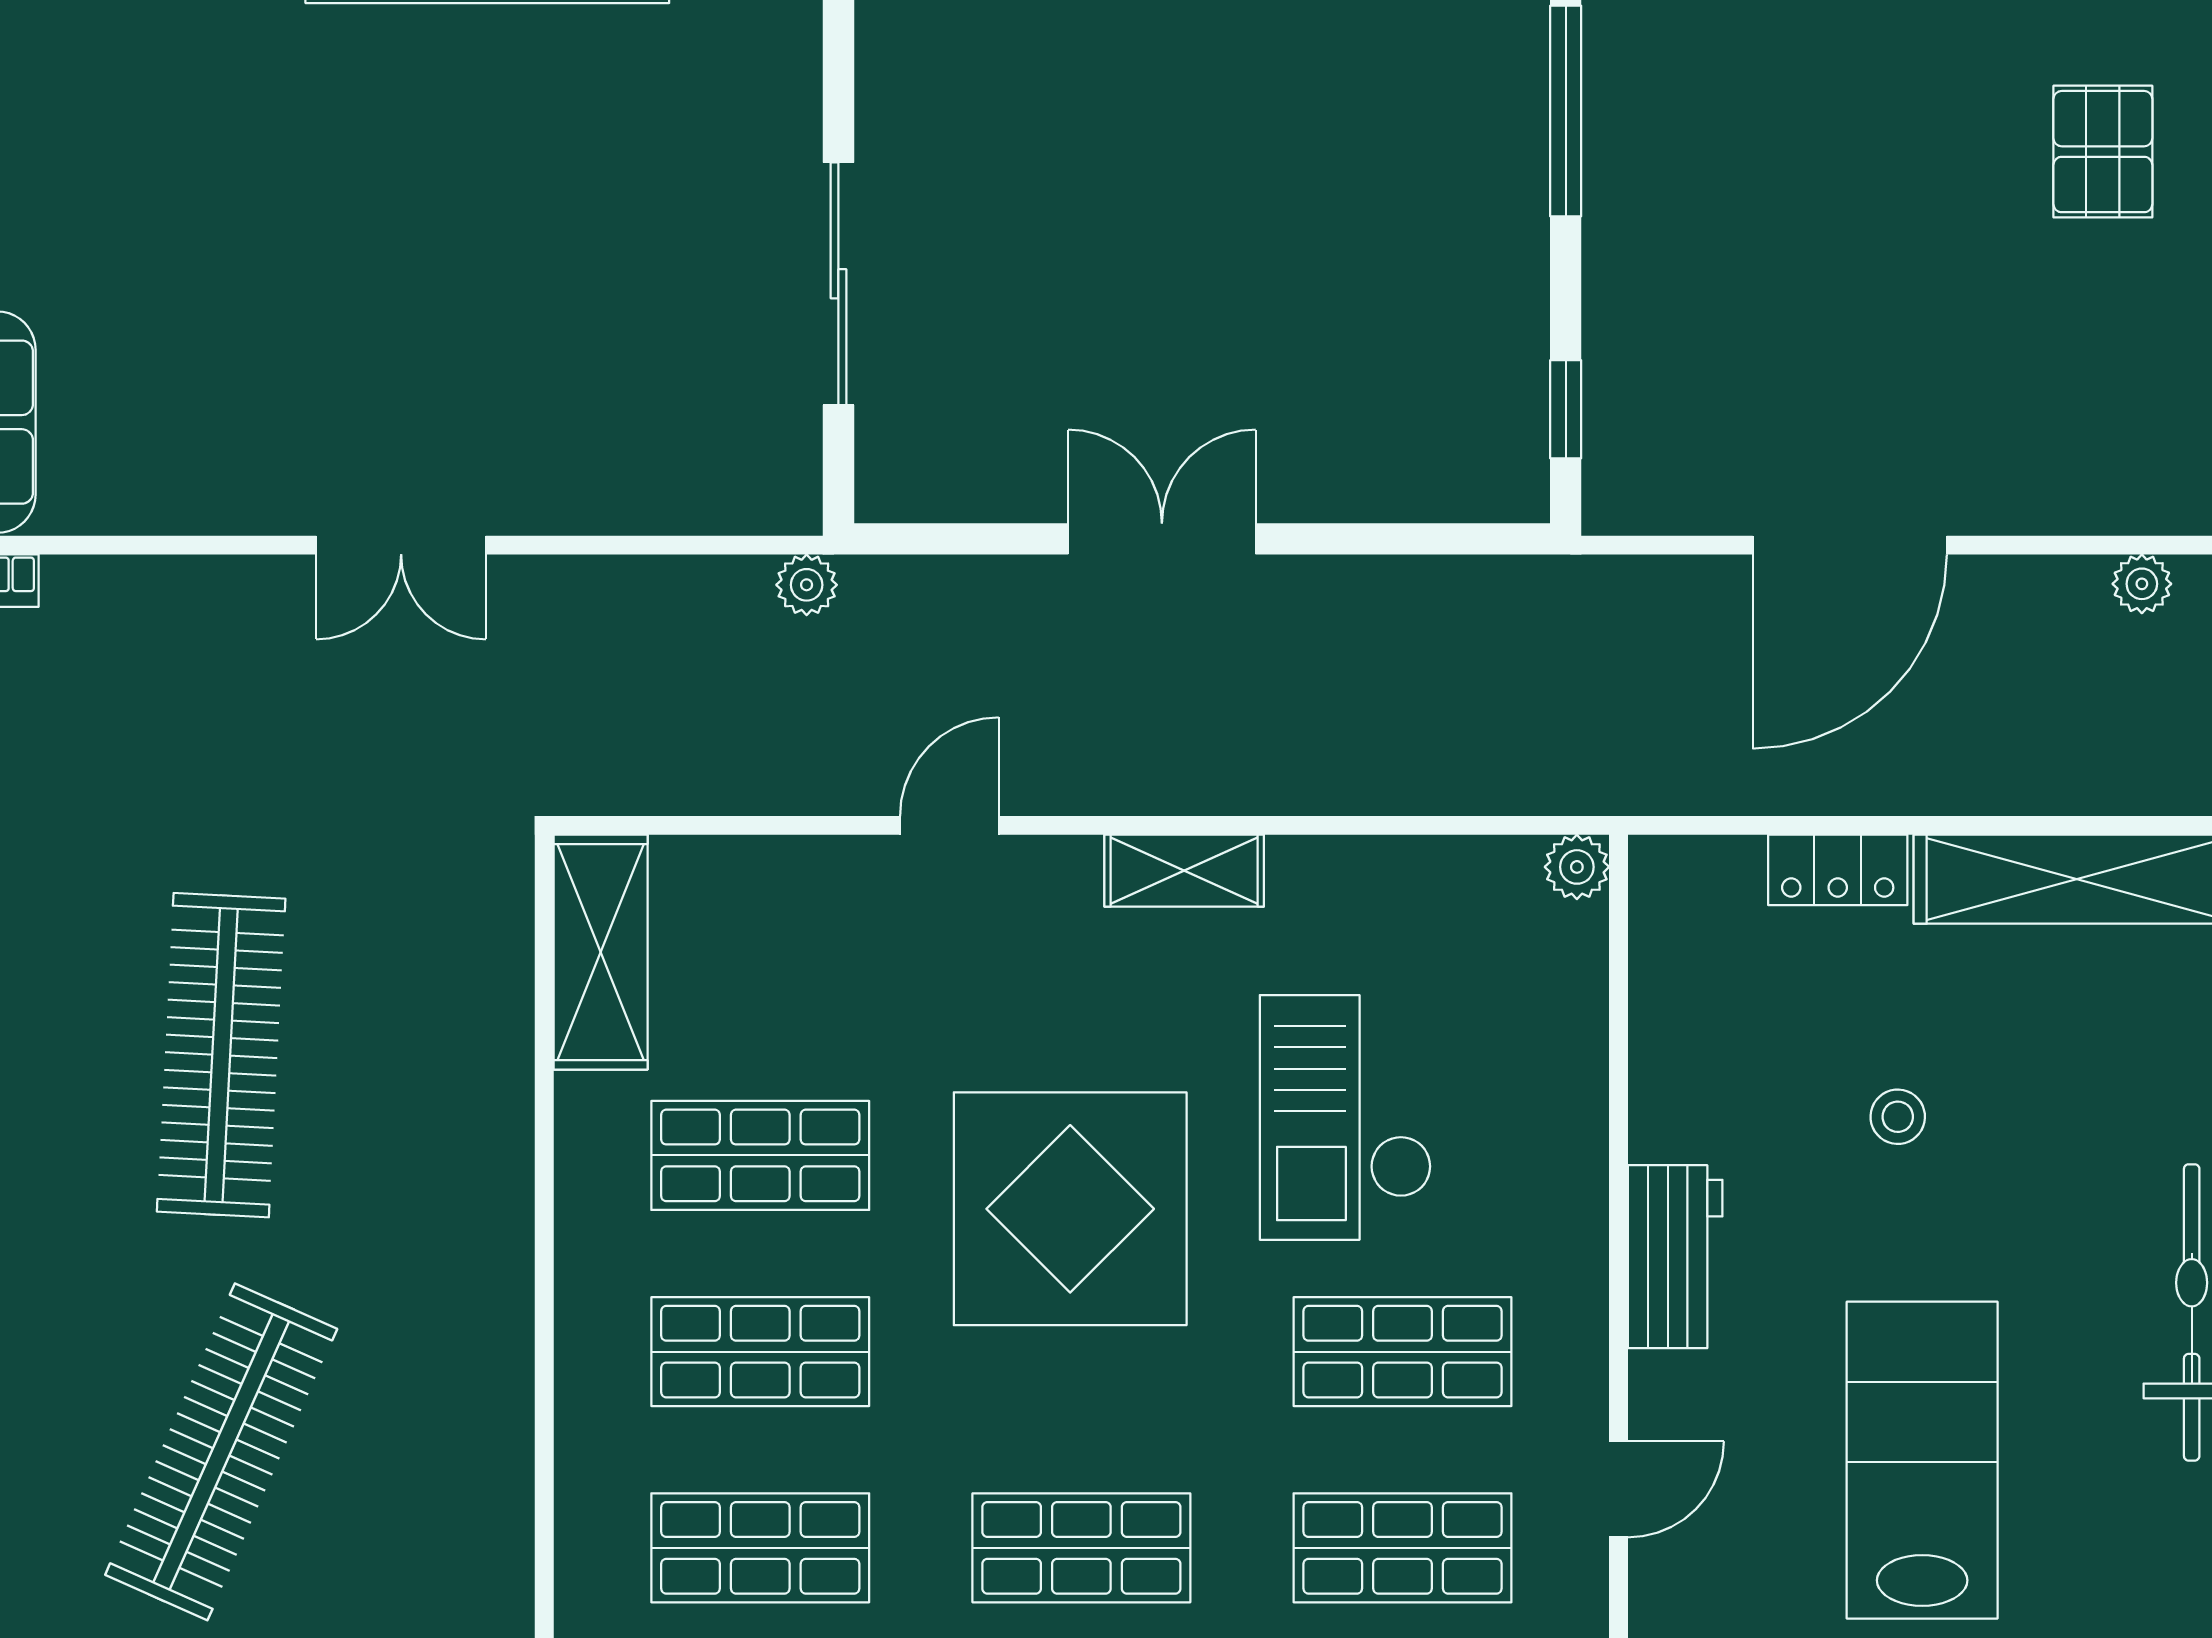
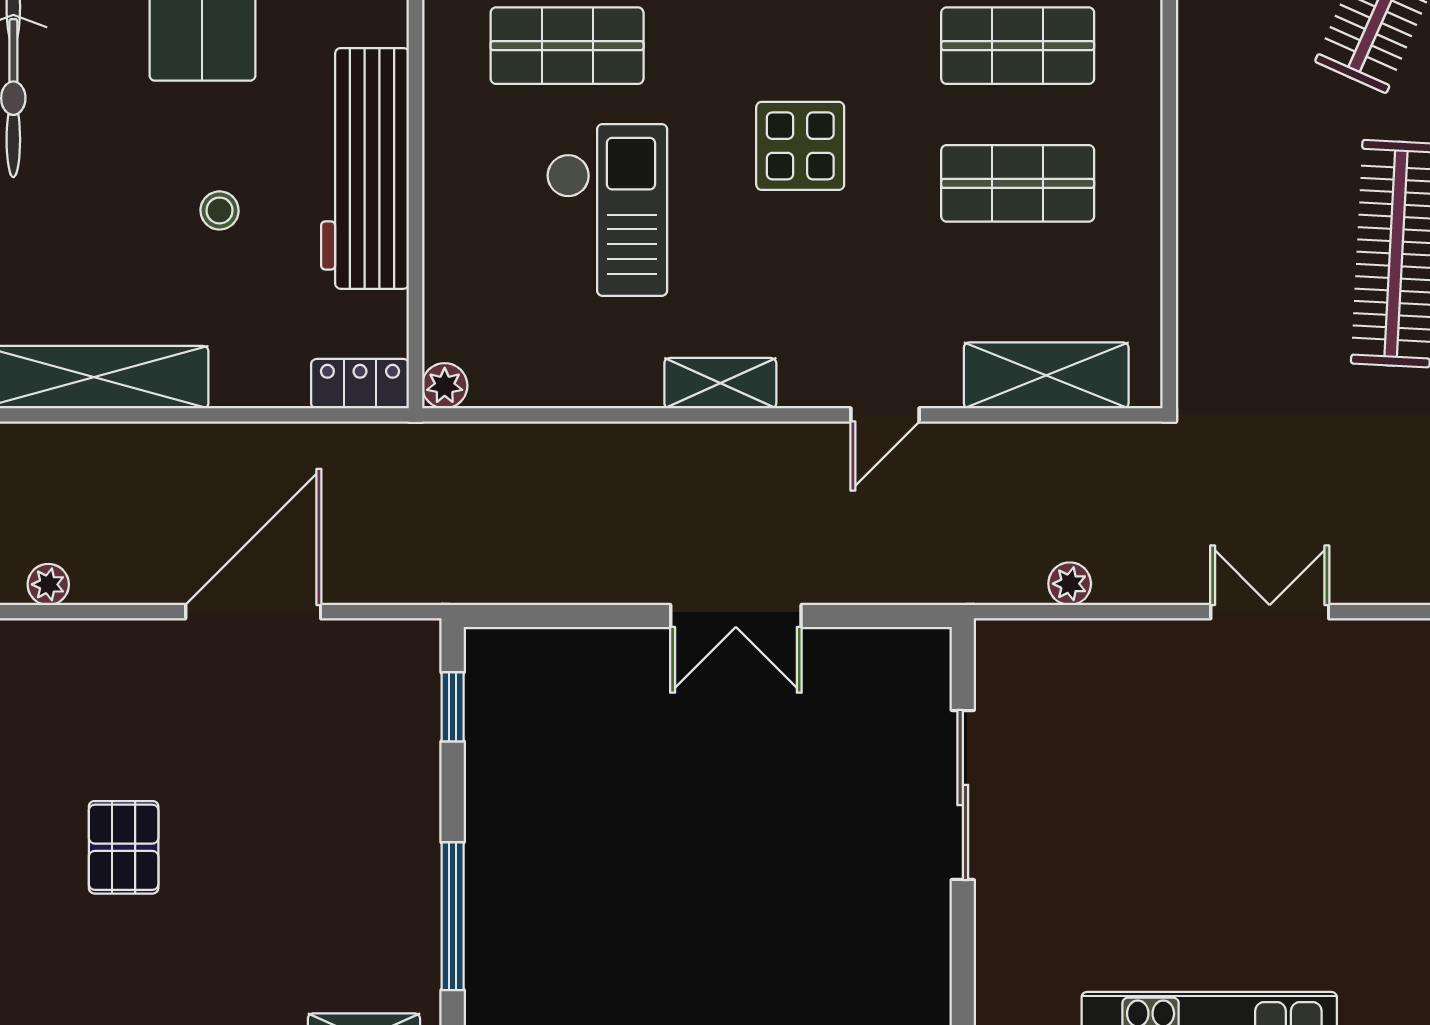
pallet: (2103, 152) -> (124, 847), moved
plant: (807, 585) -> (1070, 584), moved
locker: (1838, 870) -> (360, 384), moved
shelving: (601, 952) -> (1046, 375), moved, turned 90
display table: (1070, 1209) -> (800, 146), width x0.54, depth x0.54
workbench: (1675, 1257) -> (365, 168), width x1.88, depth x1.32

